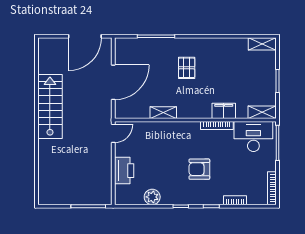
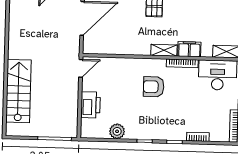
stairs: (50, 107) -> (18, 91), moved
shelving: (163, 113) -> (164, 50), moved
armchair: (199, 169) -> (154, 87), moved

